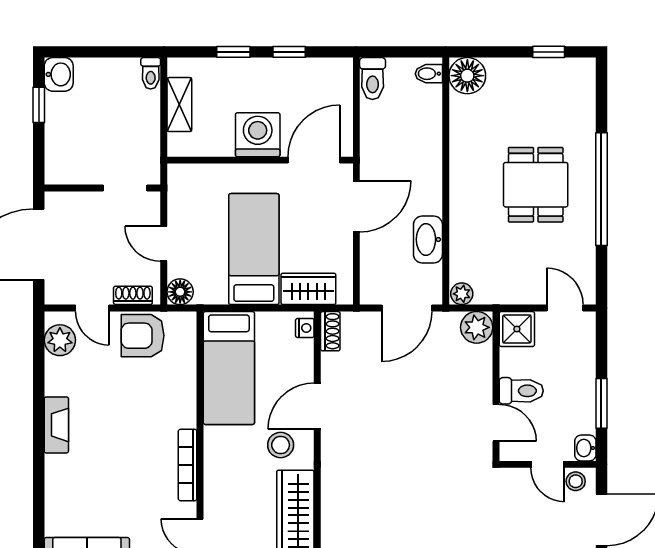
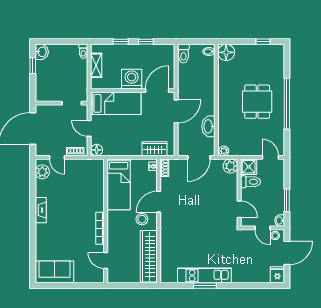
bed: (254, 249) -> (116, 103), moved, turned 90
armchair: (143, 336) -> (80, 170), removed
toilet: (521, 391) -> (251, 182), moved

